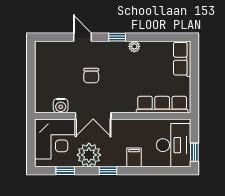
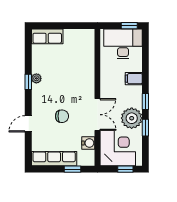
window: (117, 37) -> (28, 82), moved
window: (31, 87) -> (72, 169), added
row of seats: (162, 105) -> (54, 159), moved, turned 90
window: (31, 148) -> (125, 169), added
window: (65, 171) -> (145, 128), moved

